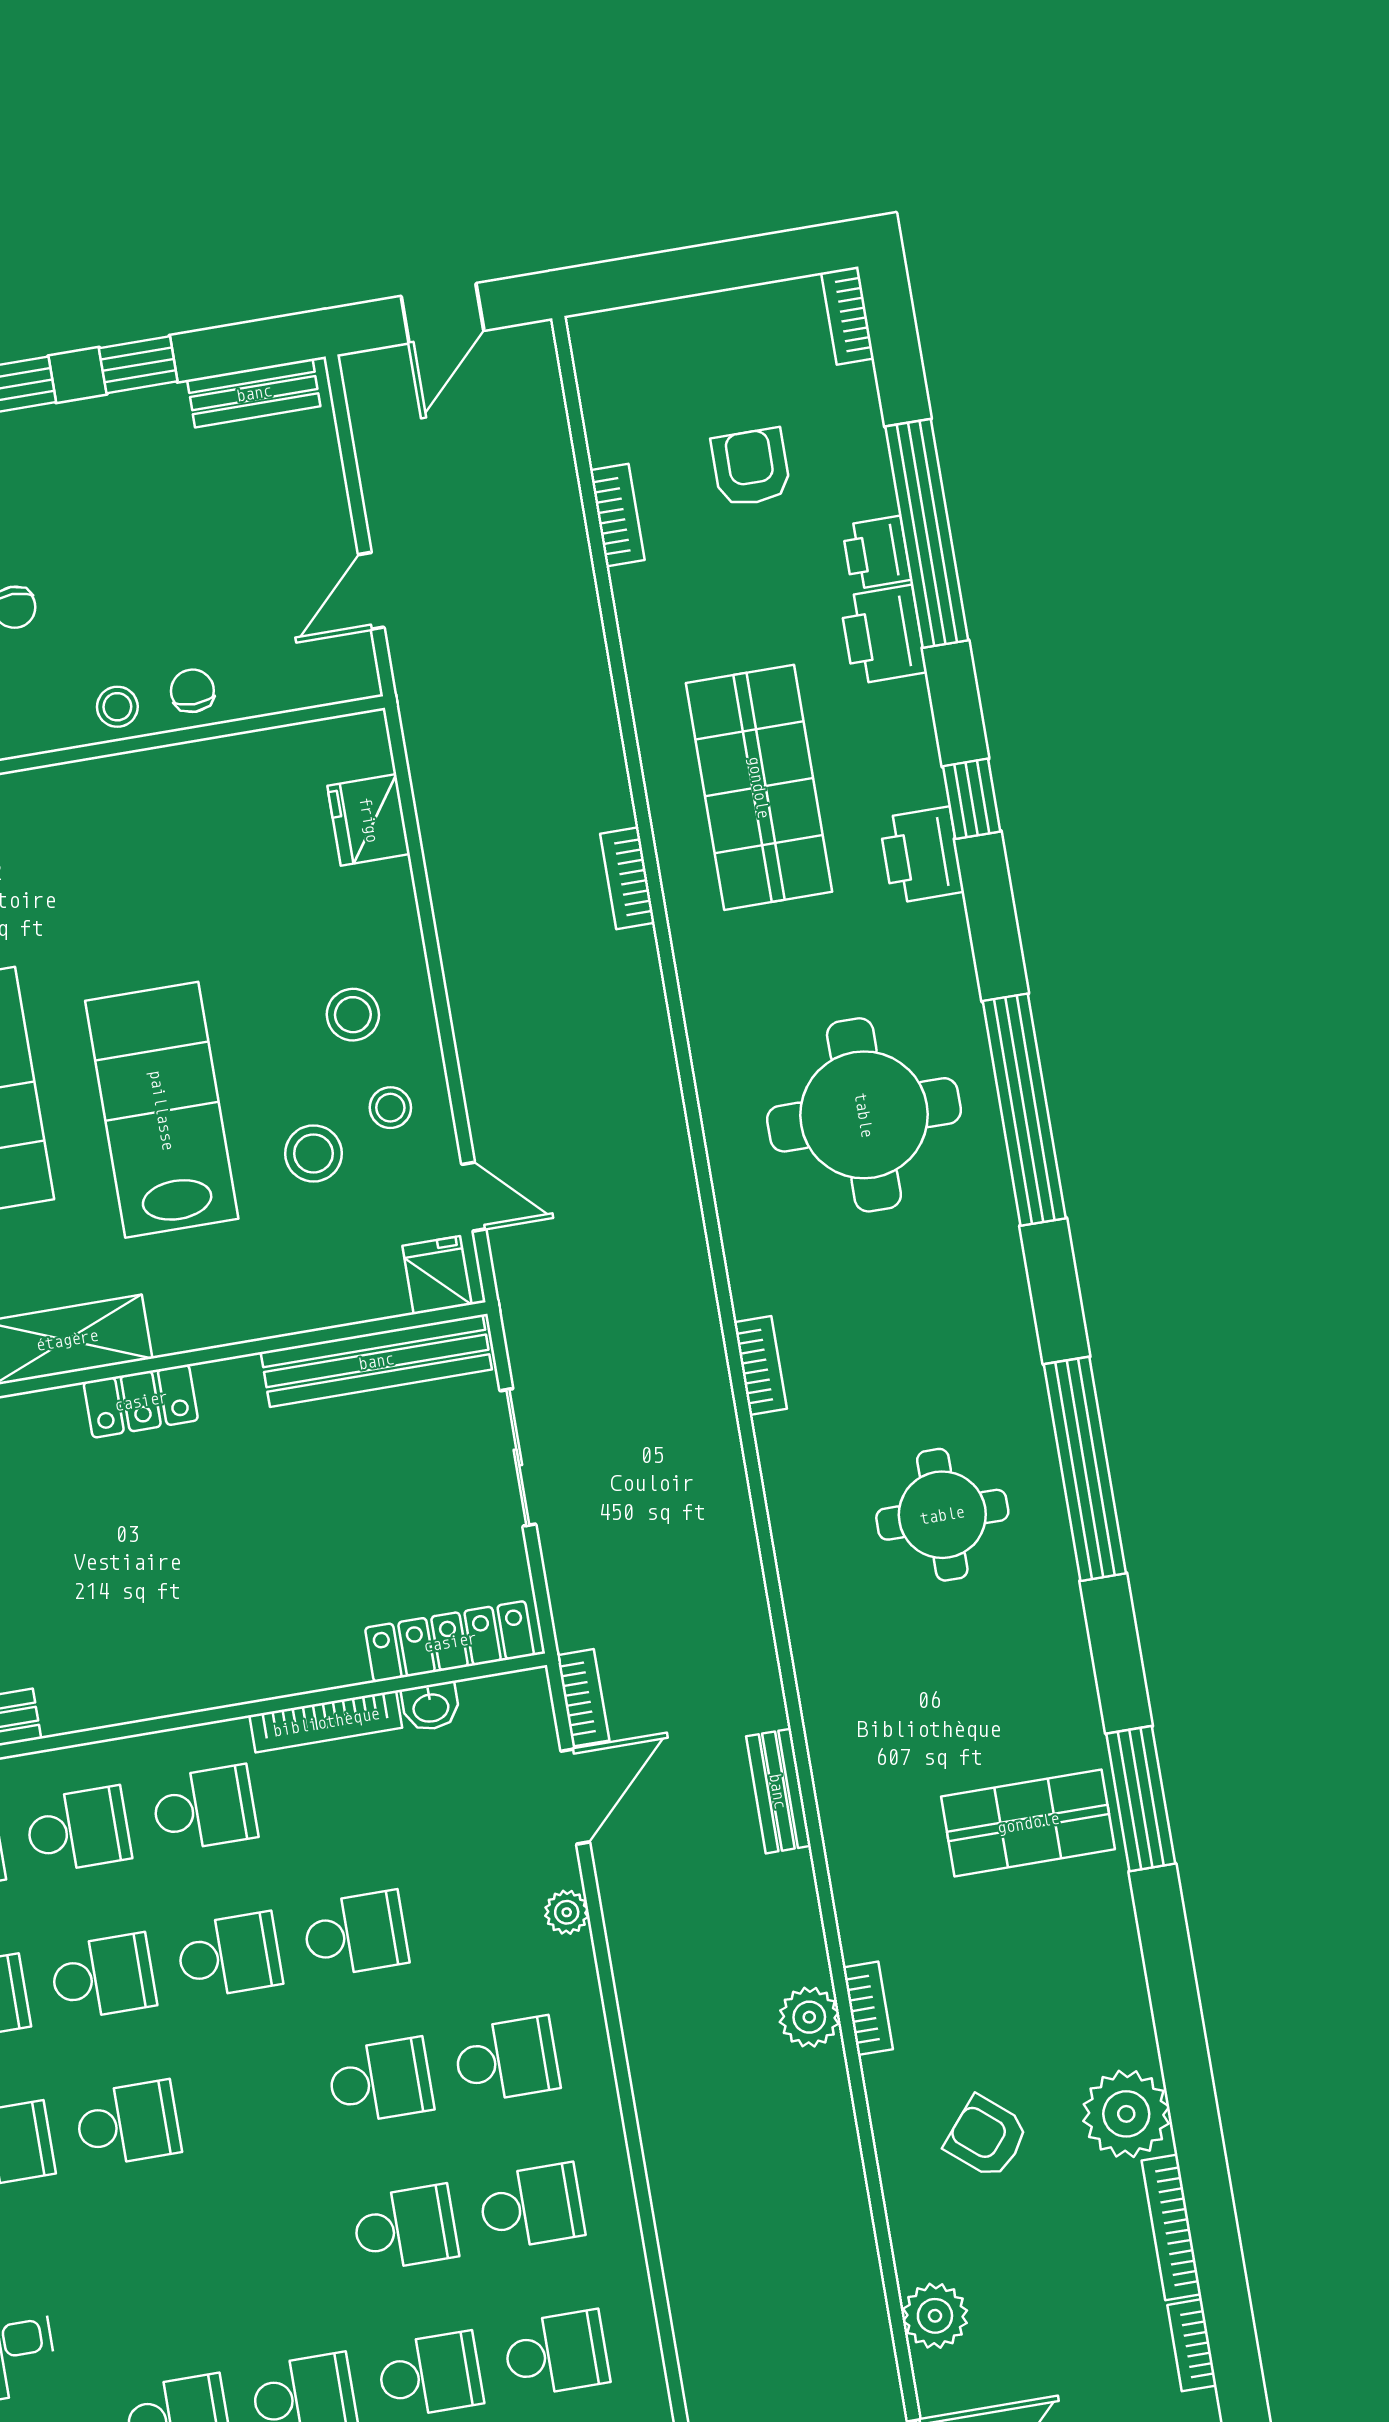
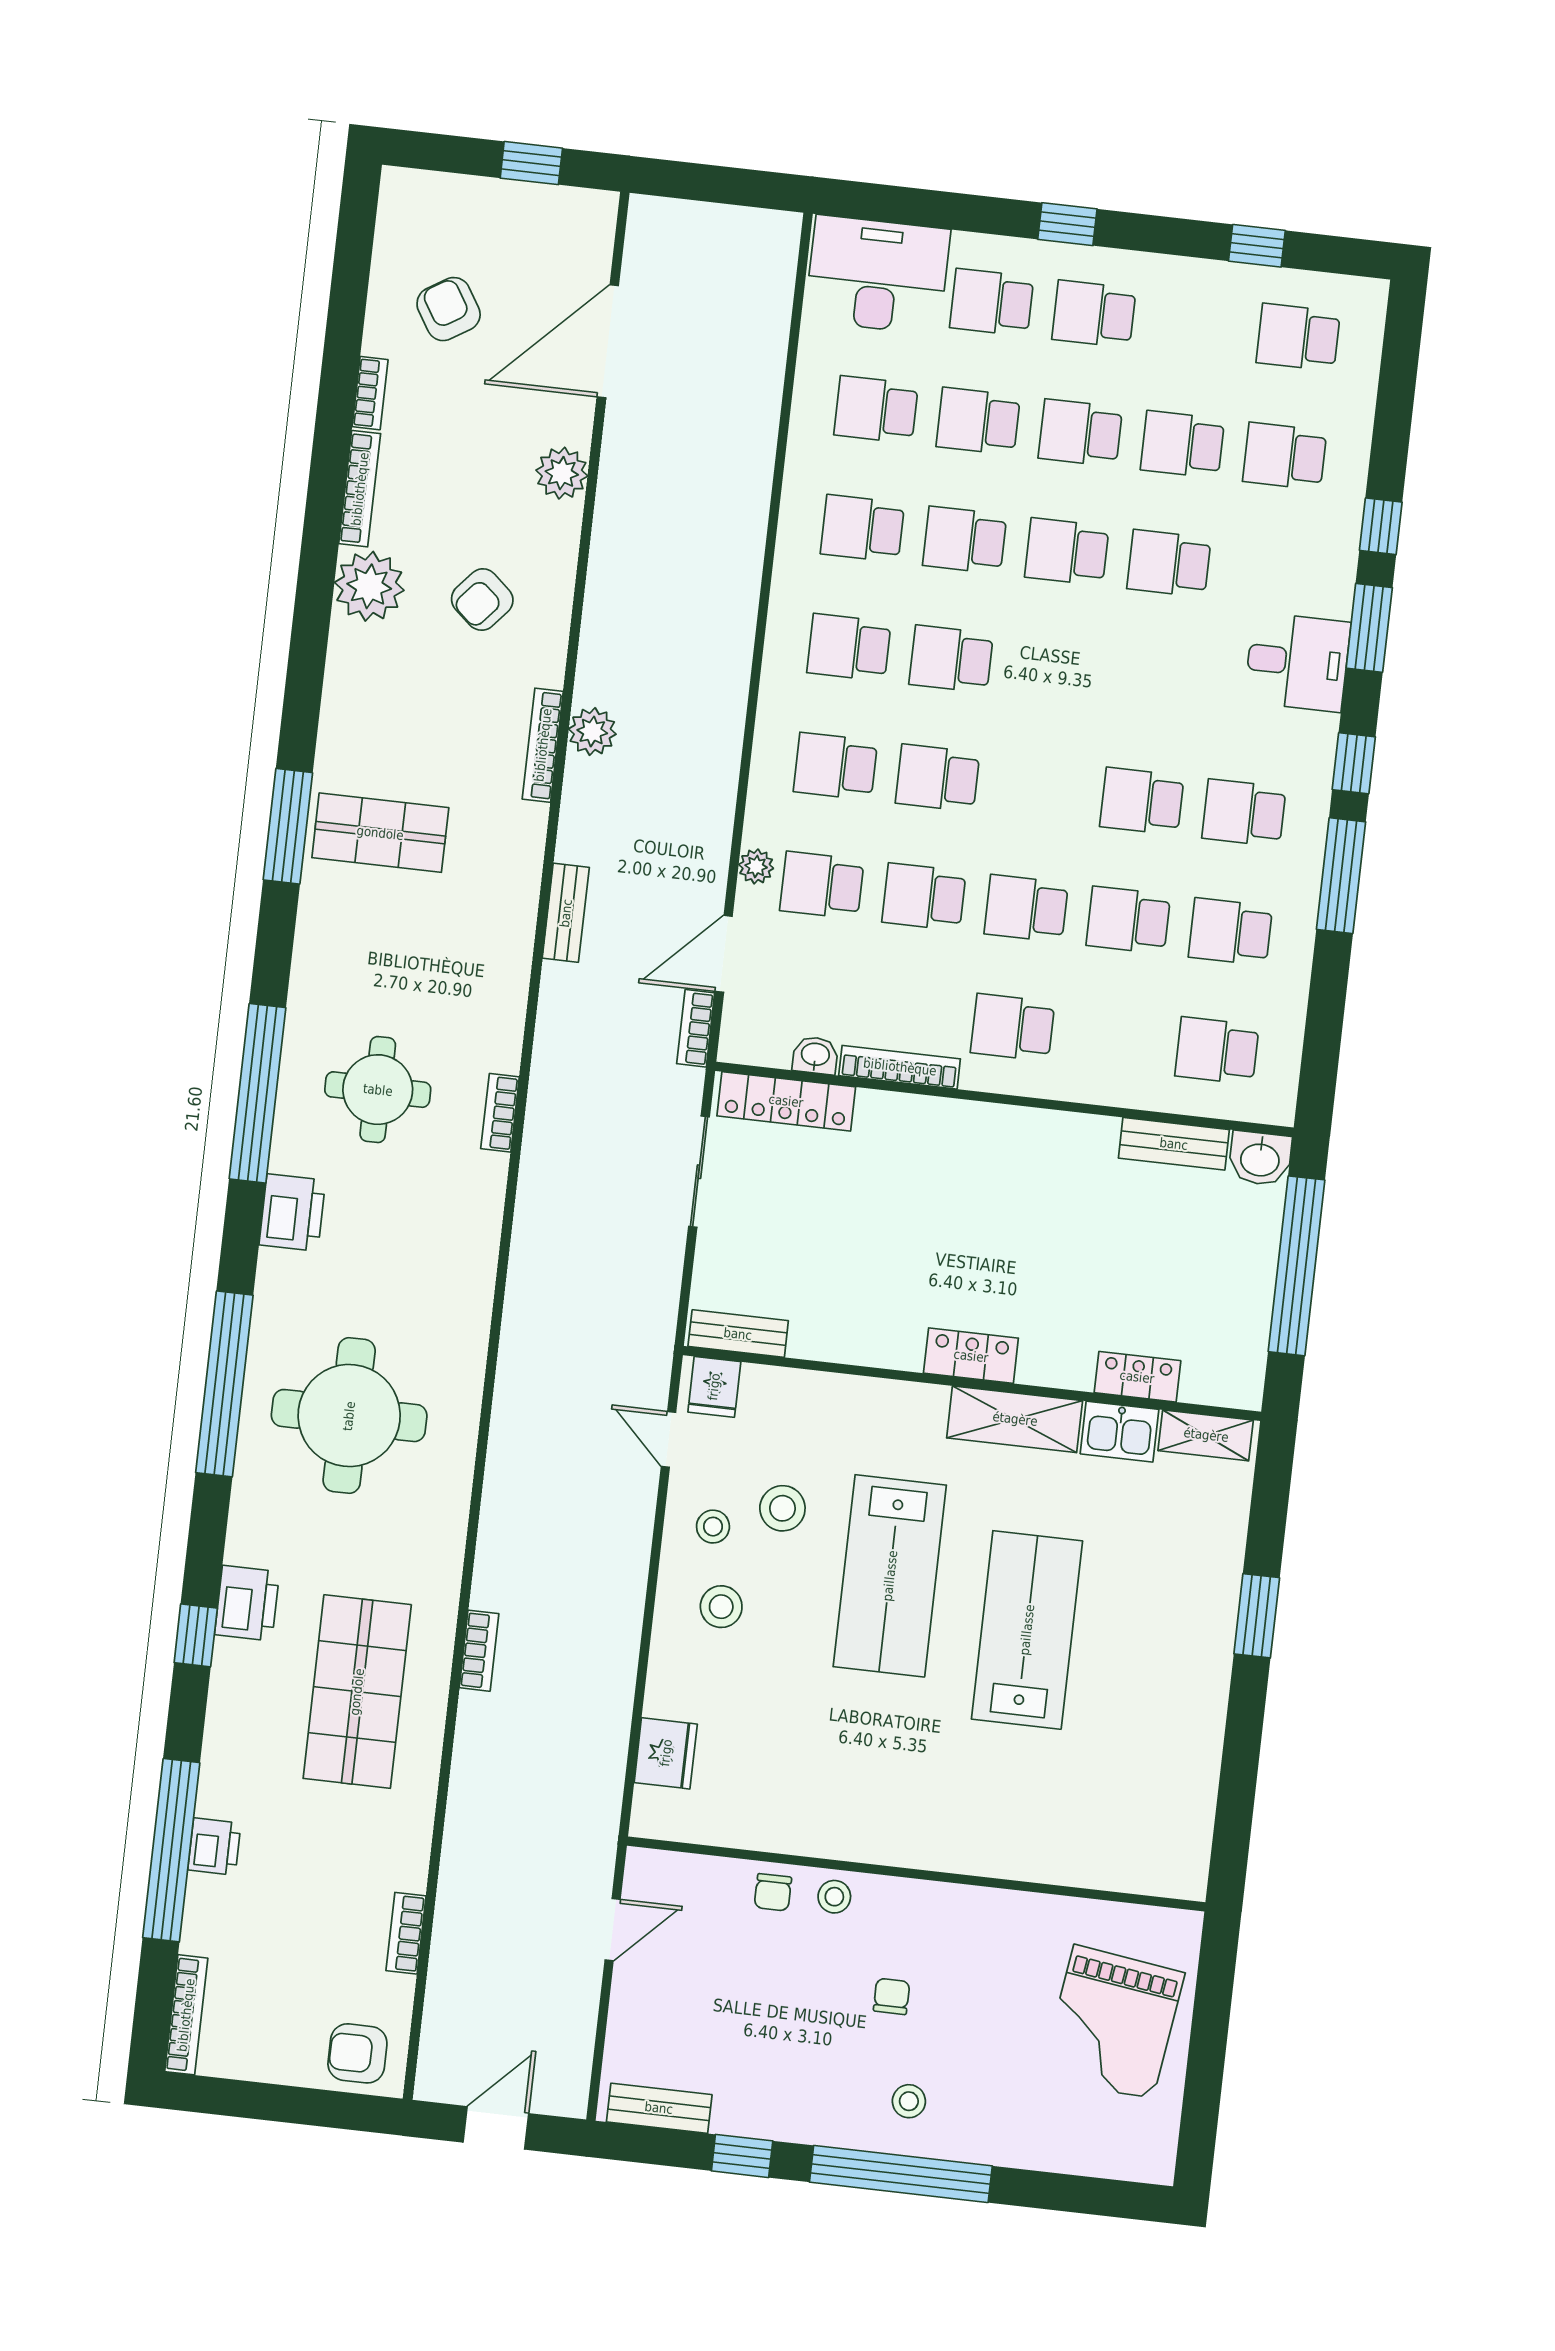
bookcase: (848, 316) -> (186, 2015), width x1.56
armchair: (751, 467) -> (357, 2053), moved, turned 90
printer: (883, 635) -> (292, 1213), moved
bench: (376, 1361) -> (738, 1334), width x0.54, depth x0.82
bookcase: (760, 1366) -> (500, 1113), moved
sliding door: (518, 1457) -> (699, 1172), moved
school desk: (78, 1830) -> (822, 885), moved
bookcase: (868, 2008) -> (543, 745), width x1.56
armchair: (987, 2137) -> (482, 600), turned 91

